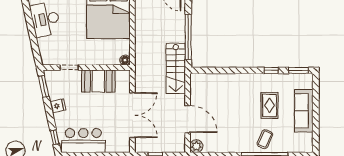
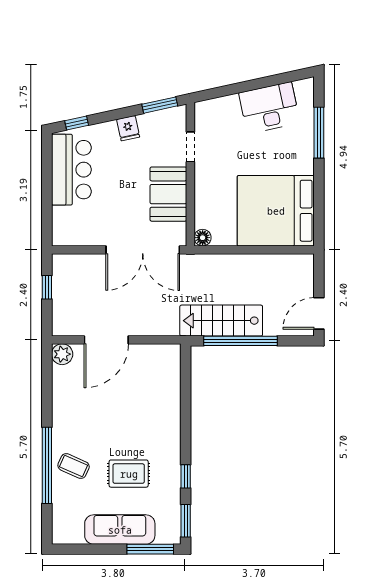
stairs: (176, 68) -> (221, 321), moved
window: (316, 92) -> (150, 549), added
double door: (132, 115) -> (143, 250), moved

